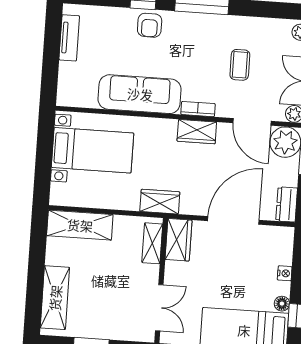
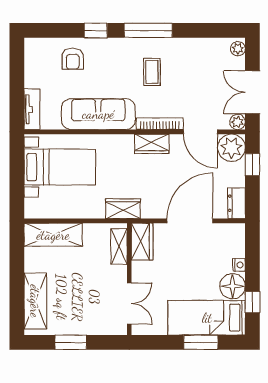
armchair: (150, 25) -> (73, 59), moved
tv unit: (69, 38) -> (32, 109), moved
coffee table: (240, 65) -> (152, 72), moved
bookcase: (198, 109) -> (160, 124), width x1.56
floor lamp: (282, 304) -> (232, 286), width x1.89, depth x1.89

